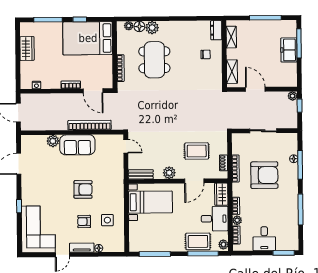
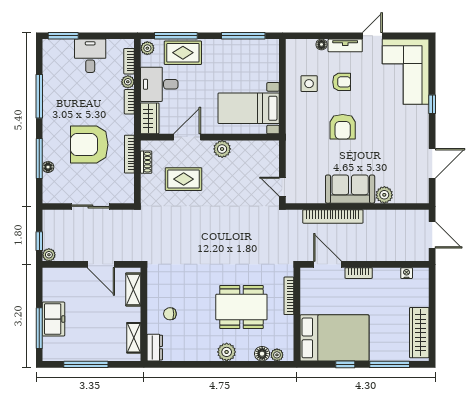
plant: (152, 28) -> (227, 352), moved
wardrobe: (27, 49) -> (419, 333), width x1.50
dining table: (154, 60) -> (241, 307), turned 90
bench: (141, 174) -> (262, 147), removed
armchair: (83, 189) -> (343, 127), turned -91

